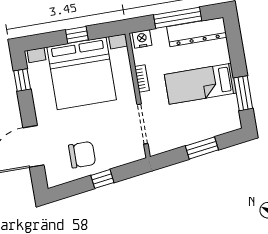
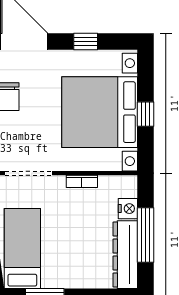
nightstand: (142, 39) -> (128, 209), moved
window: (22, 80) -> (86, 42), moved
bed: (200, 84) -> (22, 248), moved

